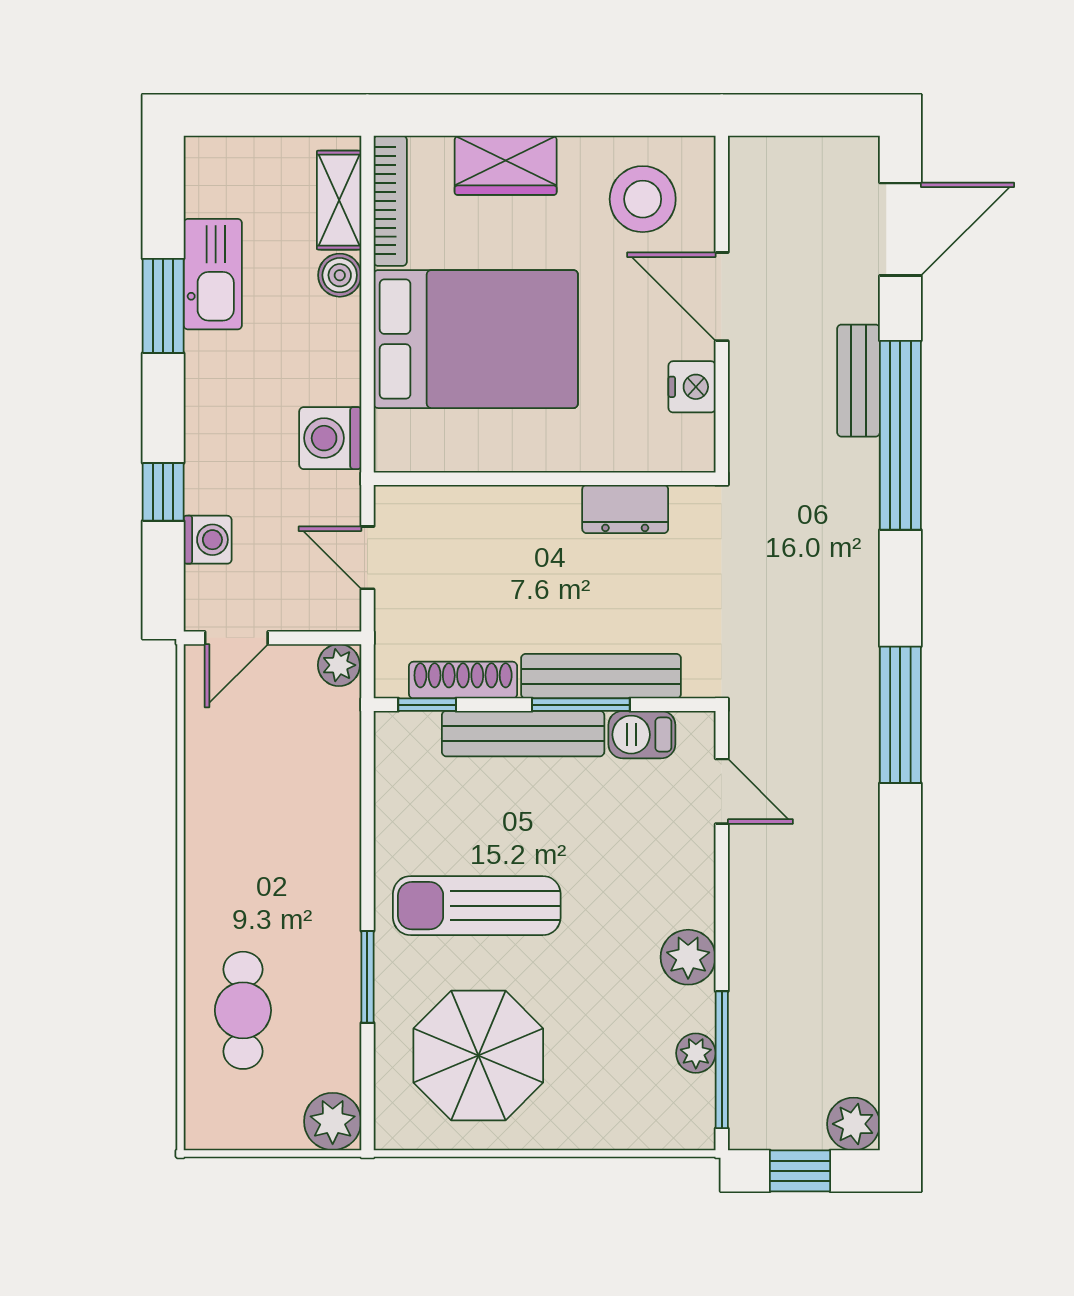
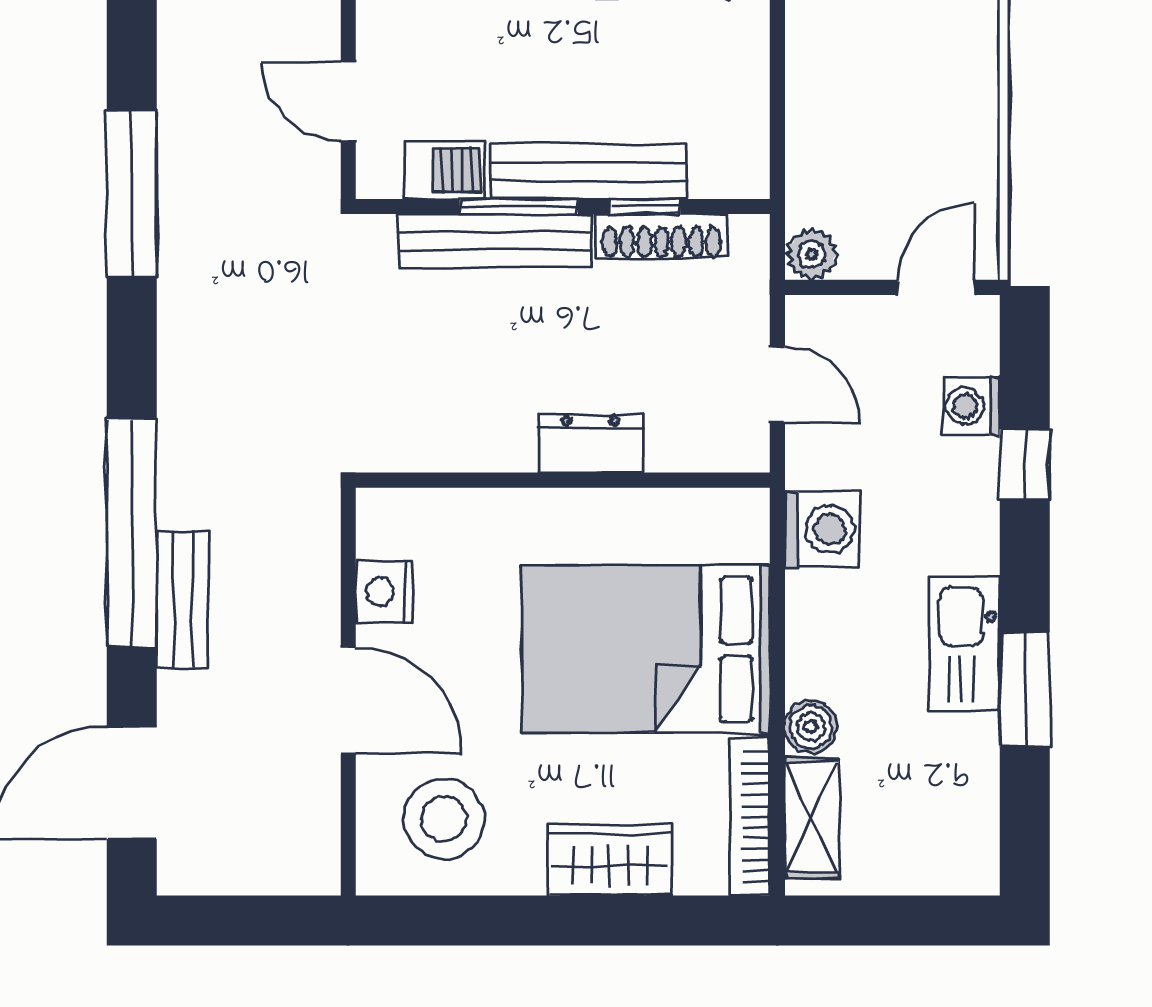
kitchen sink: (213, 274) -> (965, 643), moved
dresser: (625, 509) -> (590, 443), moved
window: (427, 705) -> (645, 206), moved

